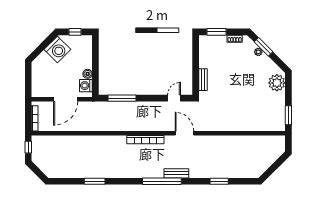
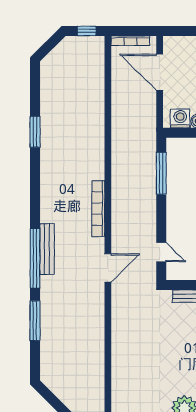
door: (66, 99) -> (160, 72), moved
bench: (176, 173) -> (47, 249), width x1.36
window: (162, 181) -> (35, 258), moved
window: (219, 181) -> (35, 321), width x1.44

